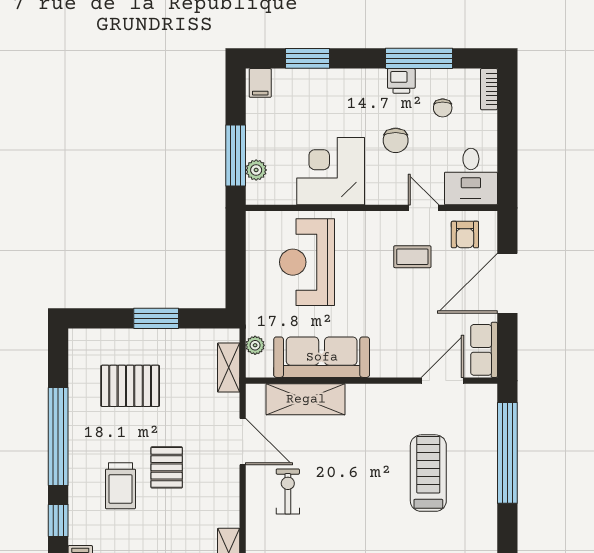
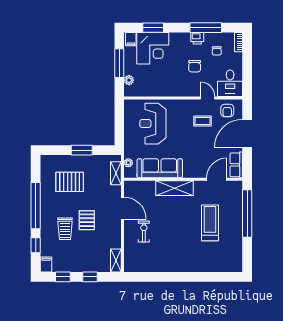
window: (236, 155) -> (119, 63), moved
corner desk: (331, 171) -> (153, 48), moved, turned 180
shelving: (306, 399) -> (174, 188), moved

